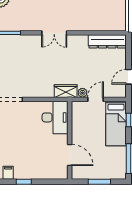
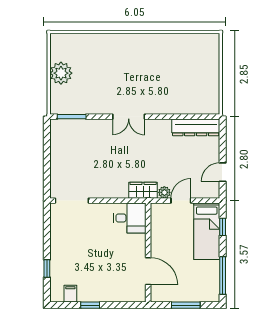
desk: (55, 117) -> (130, 218), width x0.73

